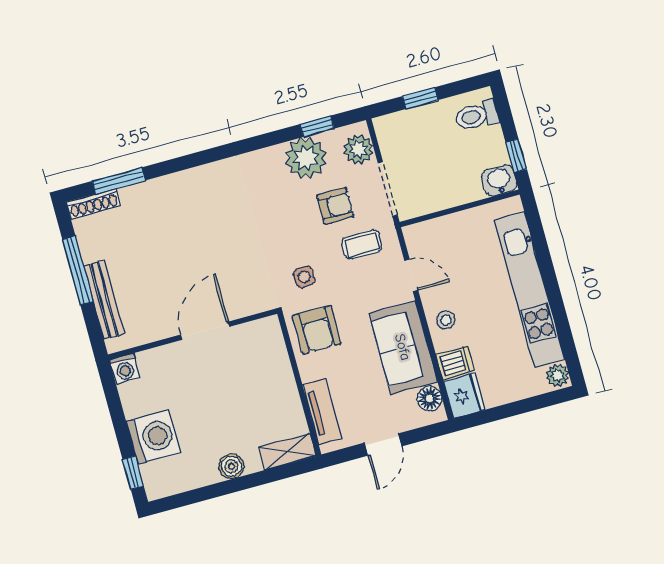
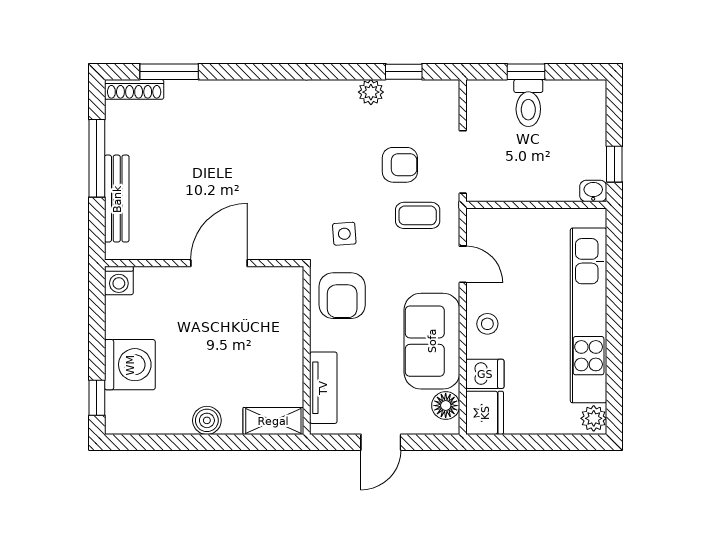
toilet: (477, 116) -> (528, 103), moved, turned -90
plant: (358, 149) -> (442, 109), removed
plant: (306, 158) -> (371, 92), width x0.53, depth x0.53
washbasin: (499, 180) -> (593, 191), width x0.72, depth x0.69

